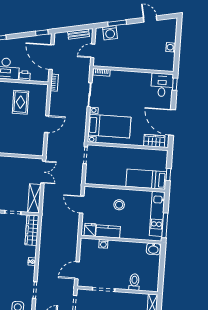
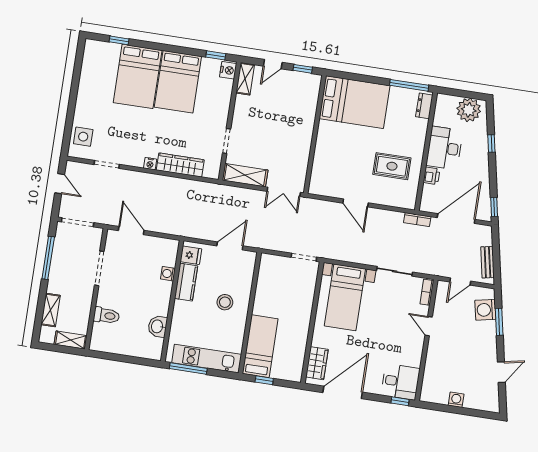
door: (93, 51) -> (460, 282), swing flipped
door: (124, 69) -> (429, 326), added
wardrobe: (32, 230) -> (180, 165), moved
washbasin: (153, 249) -> (158, 326), moved

